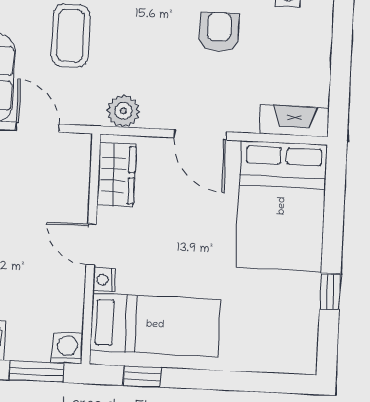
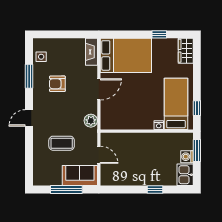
door: (37, 127) -> (99, 155), swing flipped
wardrobe: (116, 175) -> (186, 51), moved, turned -90
door: (91, 245) -> (145, 131), removed
washing machine: (67, 348) -> (187, 157), moved

